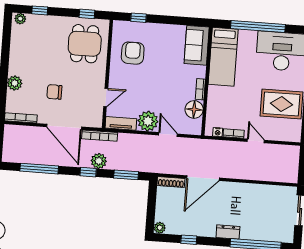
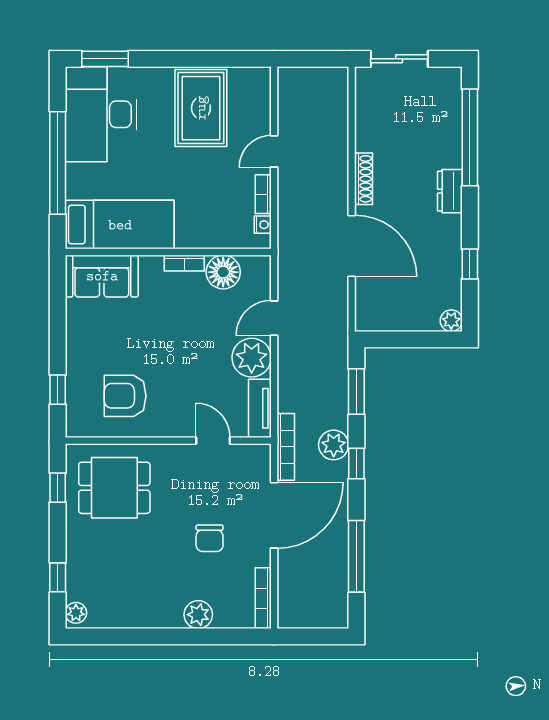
shoe rack: (171, 182) -> (363, 179), moved

